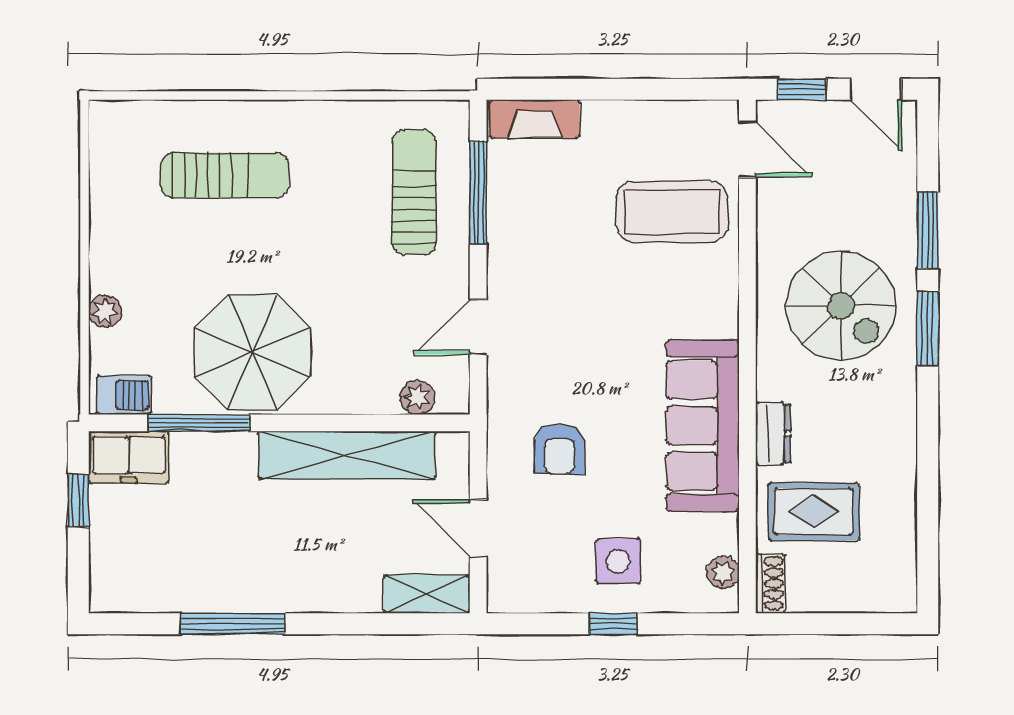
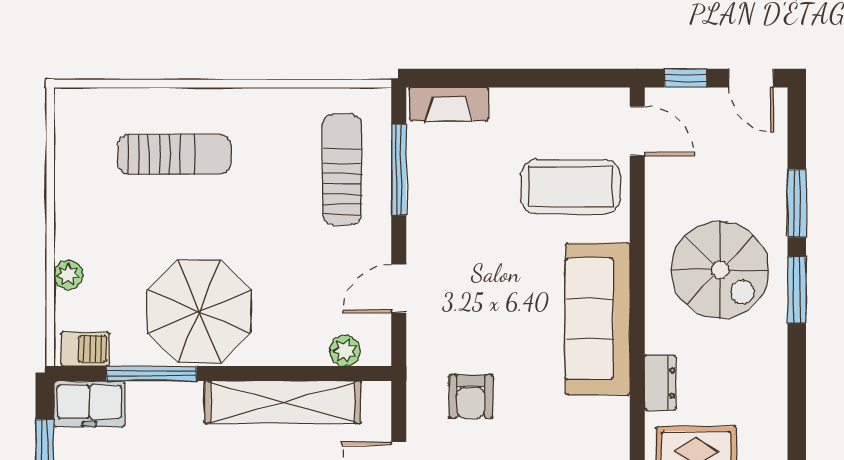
sofa: (703, 425) -> (598, 319), moved

